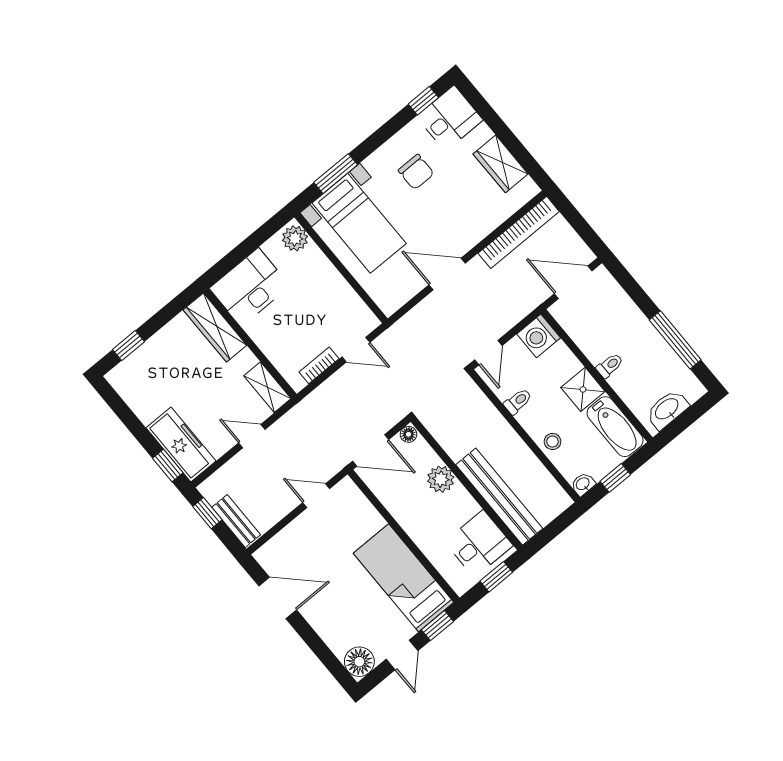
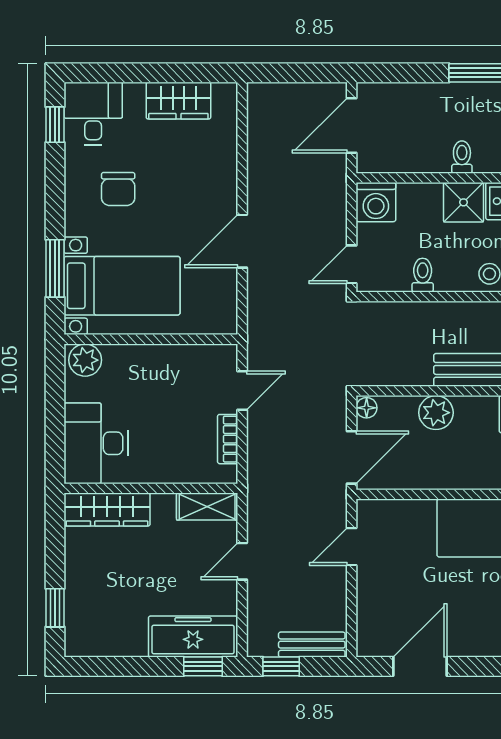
chair: (416, 172) -> (118, 189), turned 90
bookcase: (519, 232) -> (259, 138), removed
door: (488, 353) -> (352, 264), swing flipped

